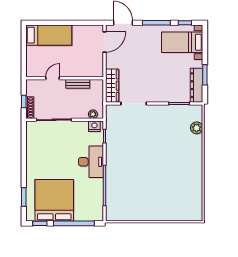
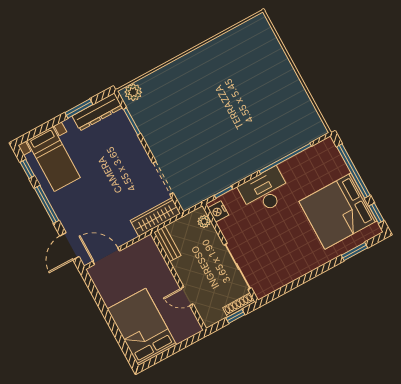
bed: (49, 35) -> (142, 327), width x1.50
bench: (78, 84) -> (167, 244), moved
plant: (197, 128) -> (133, 92), moved

